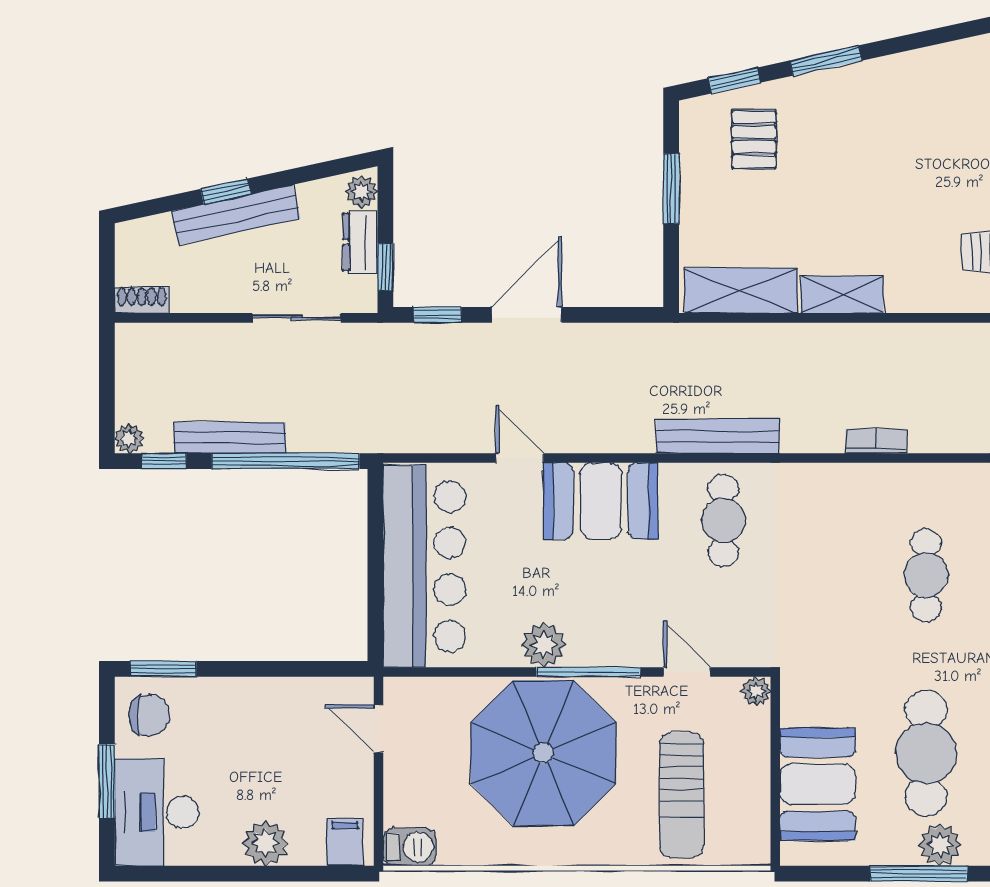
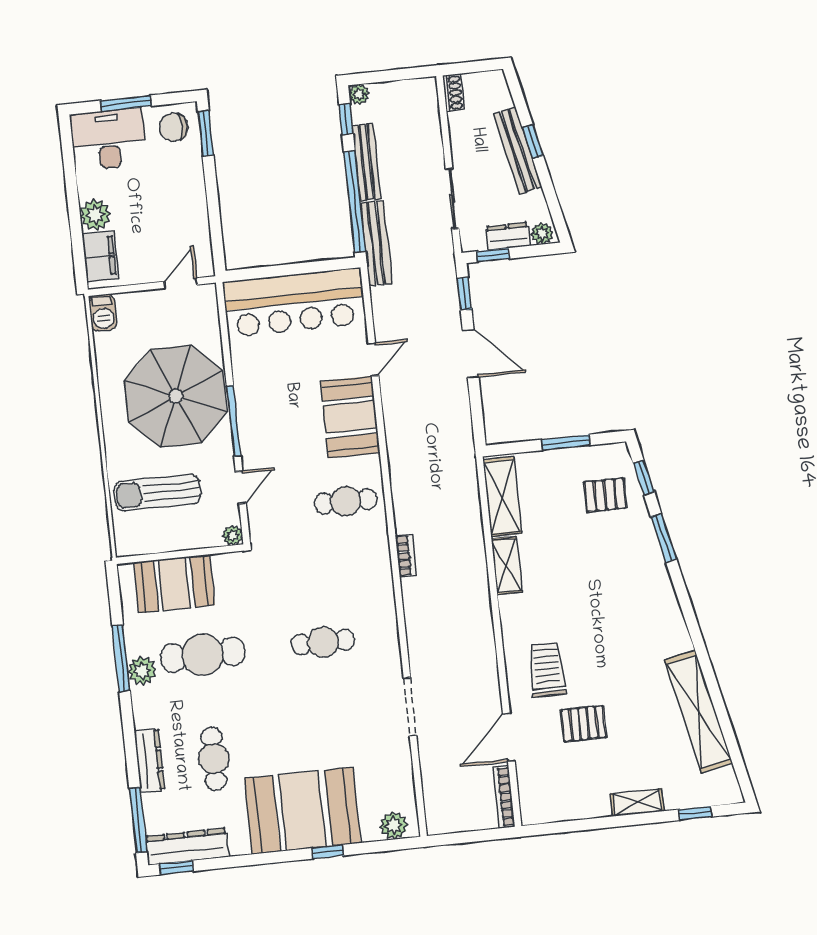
bench: (718, 436) -> (376, 243), moved
bookcase: (876, 441) -> (406, 556), moved
plant: (544, 645) -> (249, 389), removed
chair: (149, 715) -> (173, 127), turned 90
filing cabinet: (345, 842) -> (100, 256), width x2.00

